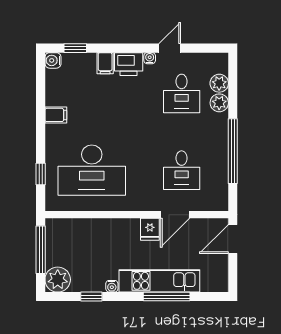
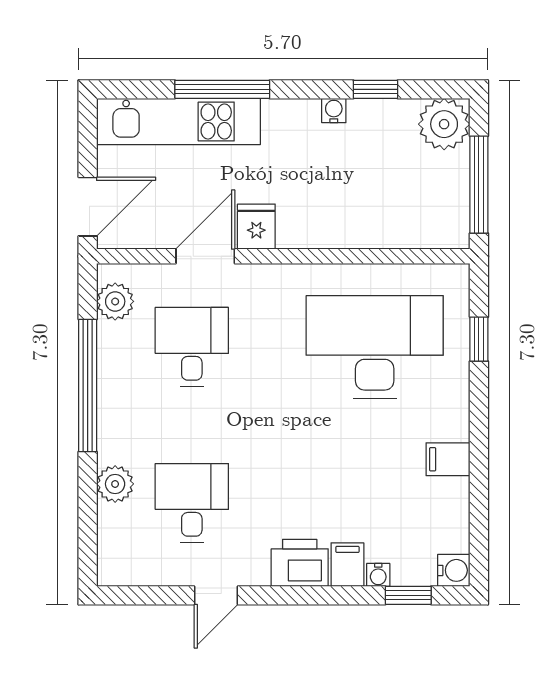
water cooler: (150, 58) -> (378, 575), moved
plant: (219, 83) -> (115, 301), moved
kitchen unit: (159, 281) -> (179, 121), moved

